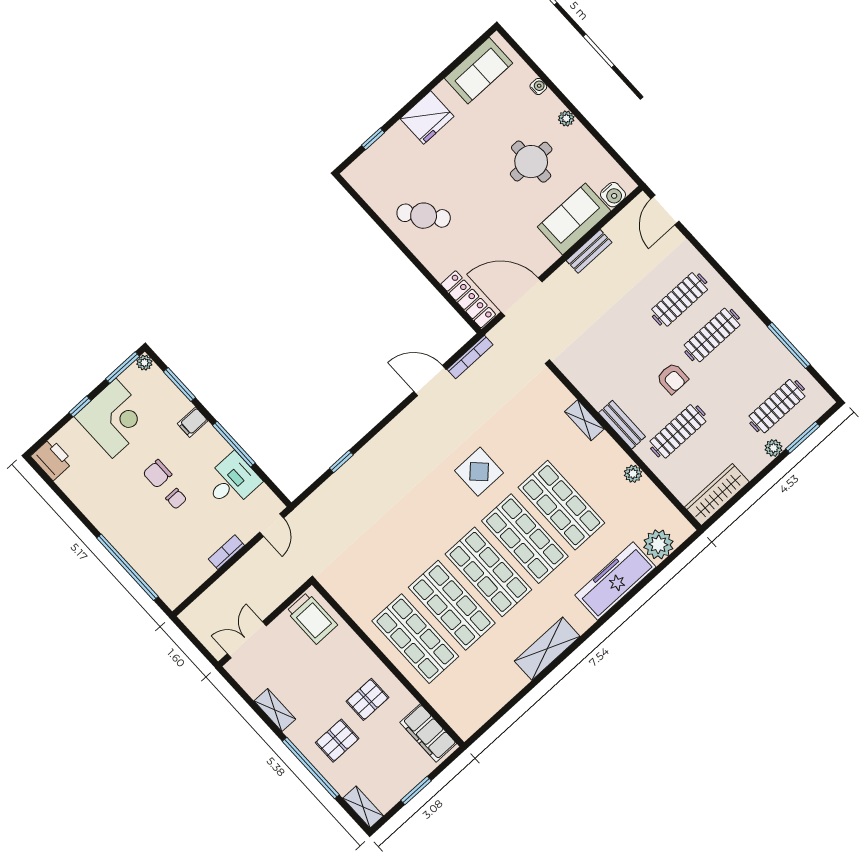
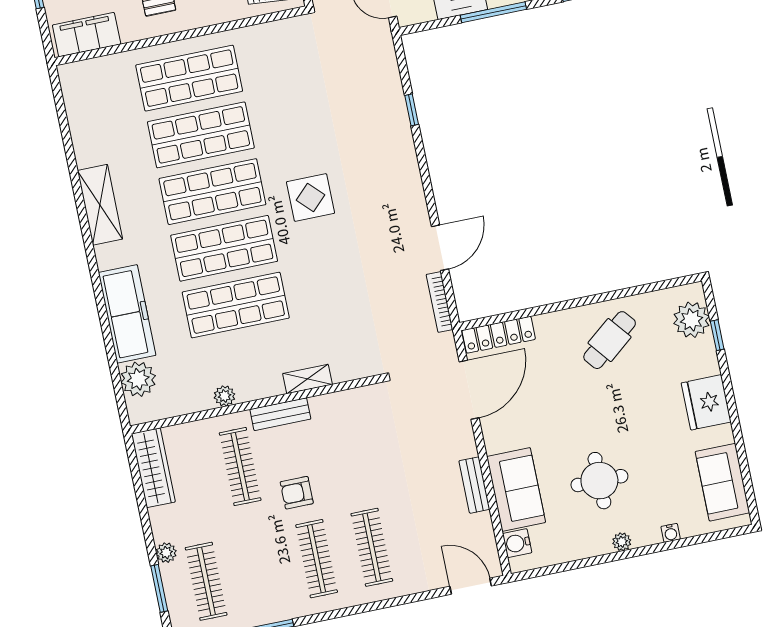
plant: (373, 164) -> (692, 320), added
display table: (479, 472) -> (311, 197), moved

